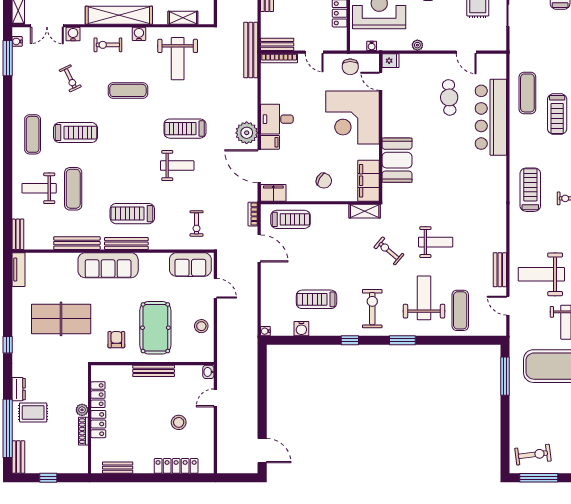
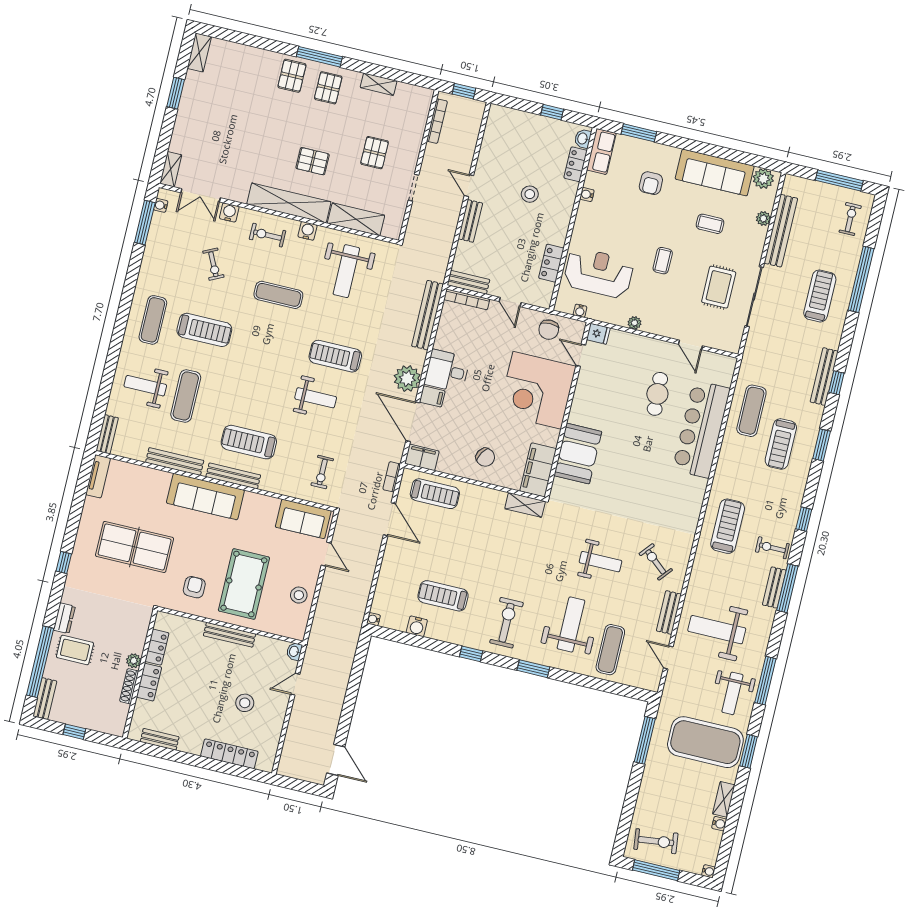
shelving: (183, 18) -> (356, 219), width x1.50, depth x1.33
bench: (251, 50) -> (428, 315), moved
exercise bike: (389, 251) -> (656, 562), moved

